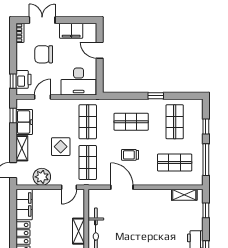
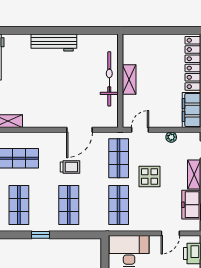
shop shelf: (131, 122) -> (69, 205), turned 90
plant: (42, 177) -> (171, 137), width x0.53, depth x0.53
door: (122, 187) -> (79, 130), hinge flipped

